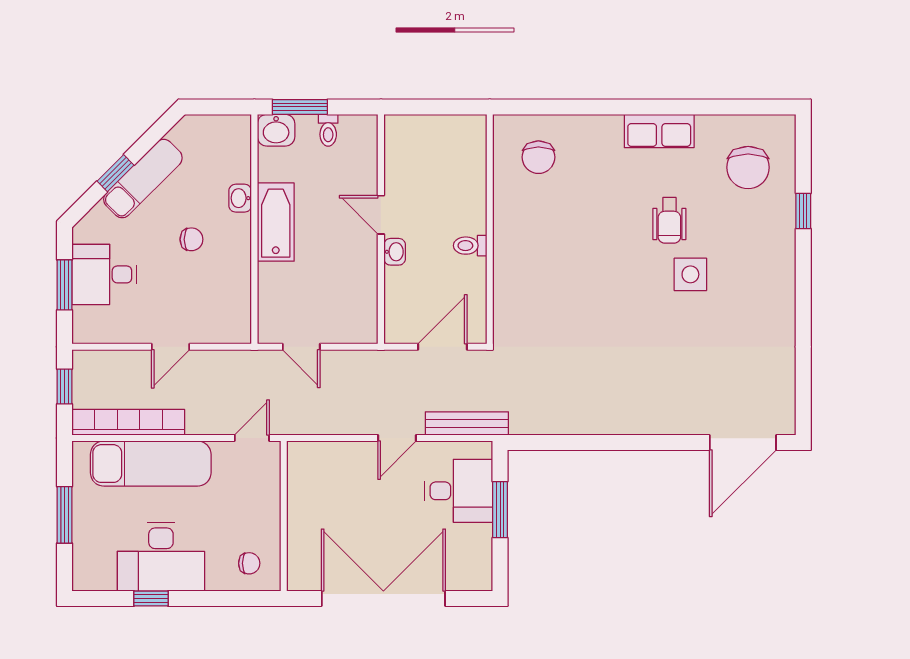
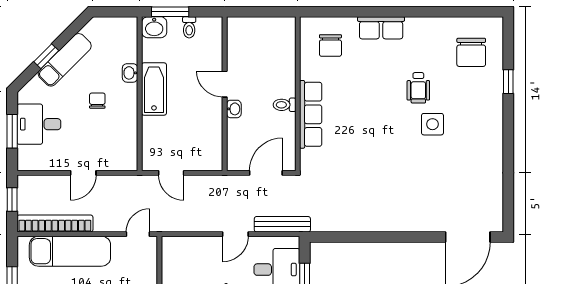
row of seats: (659, 131) -> (381, 28), moved
chair: (191, 239) -> (97, 101), turned -90
row of seats: (509, 260) -> (311, 114), added

